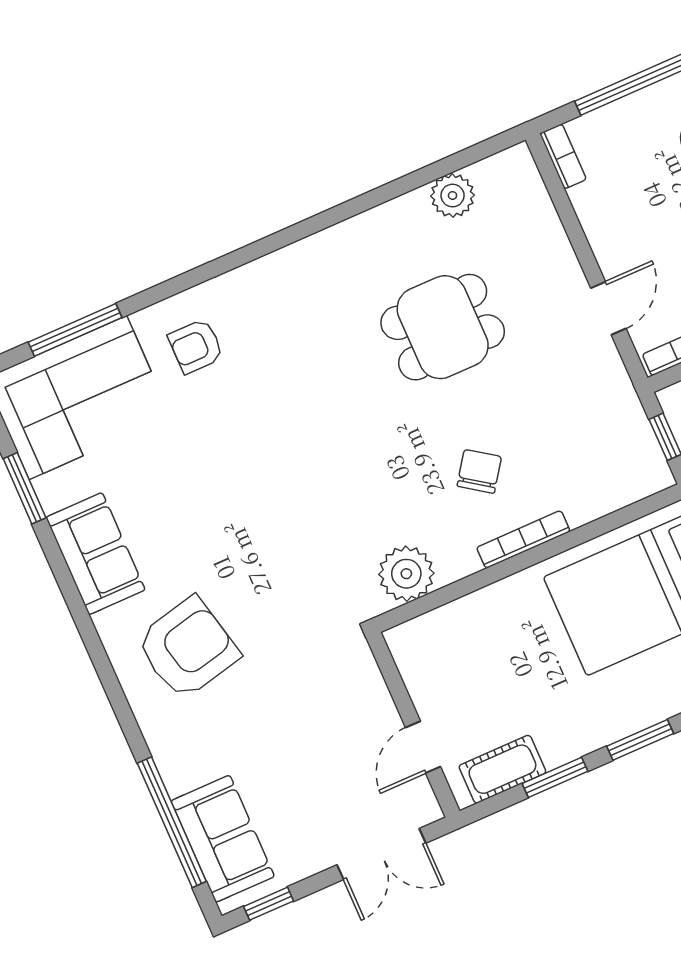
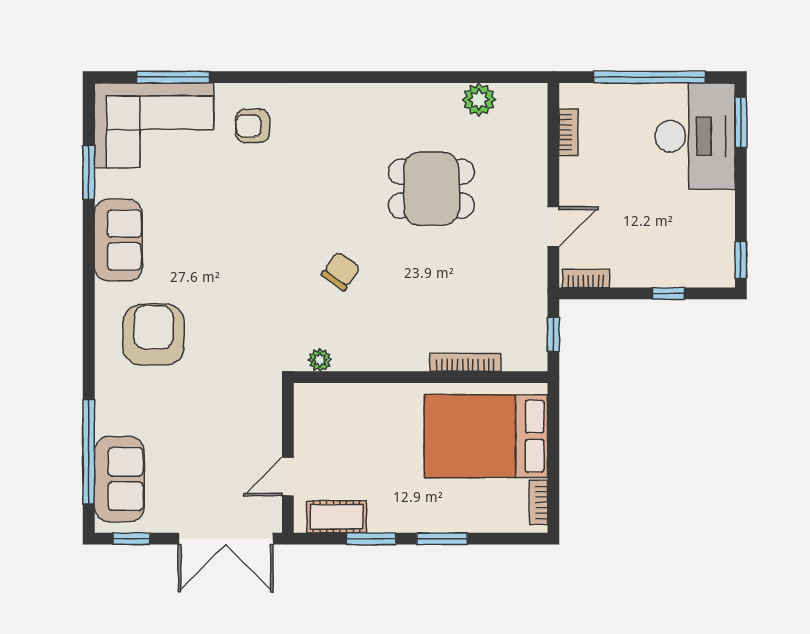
bookcase: (563, 156) -> (568, 132), moved
chair: (479, 471) -> (341, 271), moved
bookcase: (523, 539) -> (466, 362), moved
plant: (406, 574) -> (320, 360), width x0.53, depth x0.53
armchair: (188, 648) -> (154, 335), turned -77
double door: (381, 854) -> (226, 539), width x1.37

